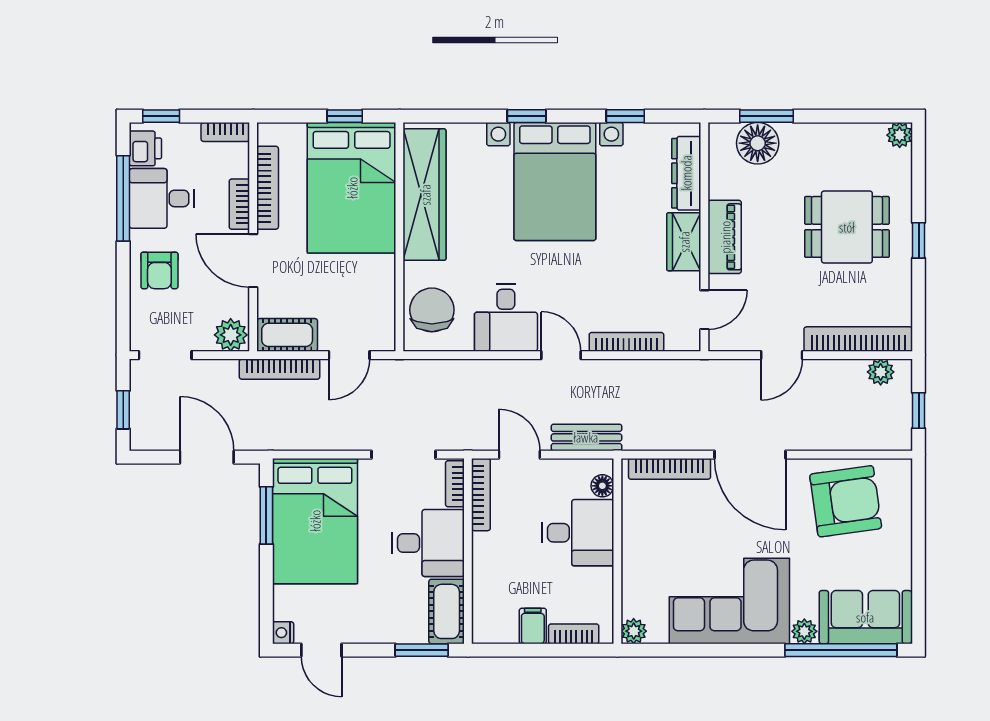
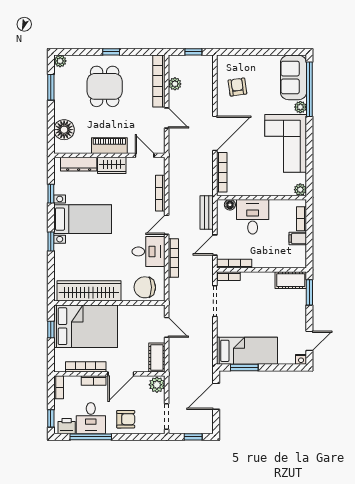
window: (766, 116) -> (51, 87), moved
bed with nightstands: (555, 181) -> (83, 219), width x0.73
bookcase: (280, 369) -> (173, 258), moved
plant: (881, 372) -> (175, 84), moved
armchair: (846, 501) -> (237, 87), width x0.53, depth x0.53
bed: (315, 521) -> (247, 351), width x0.67
desk: (428, 543) -> (258, 289), removed

